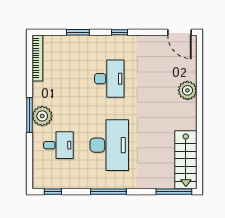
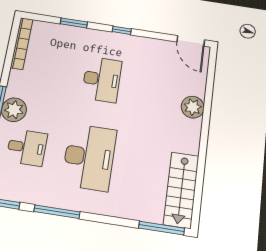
window: (108, 192) -> (57, 212), moved

